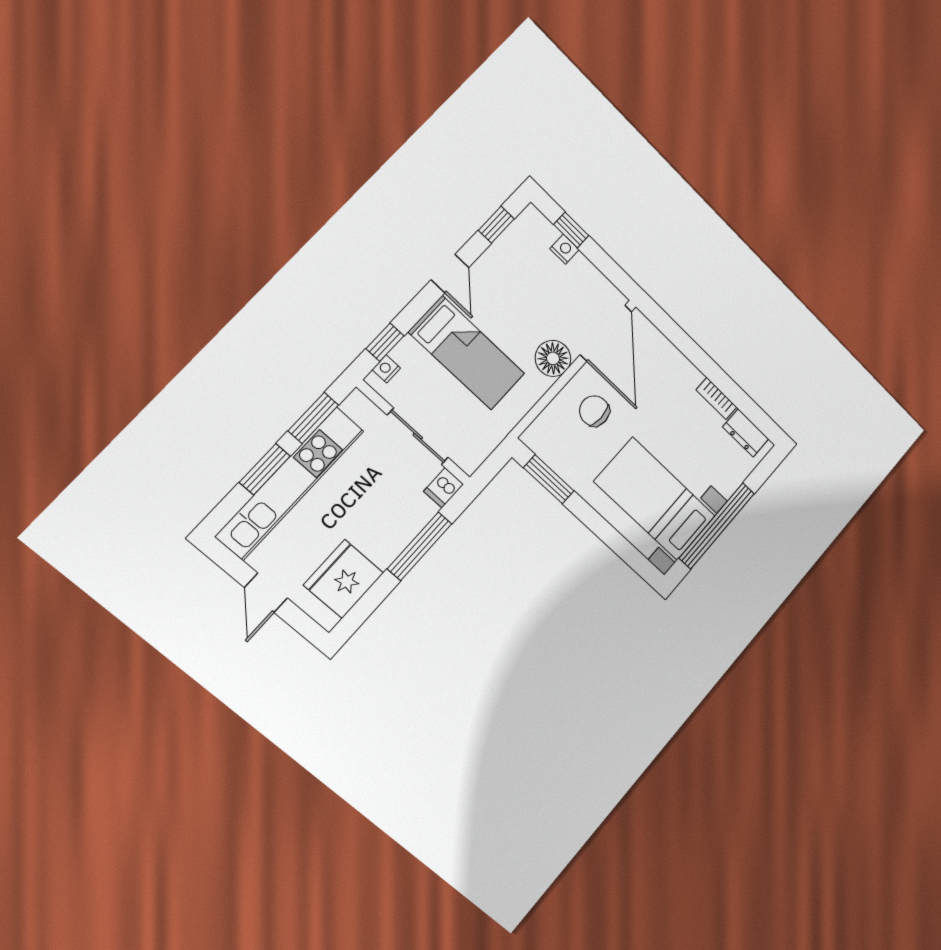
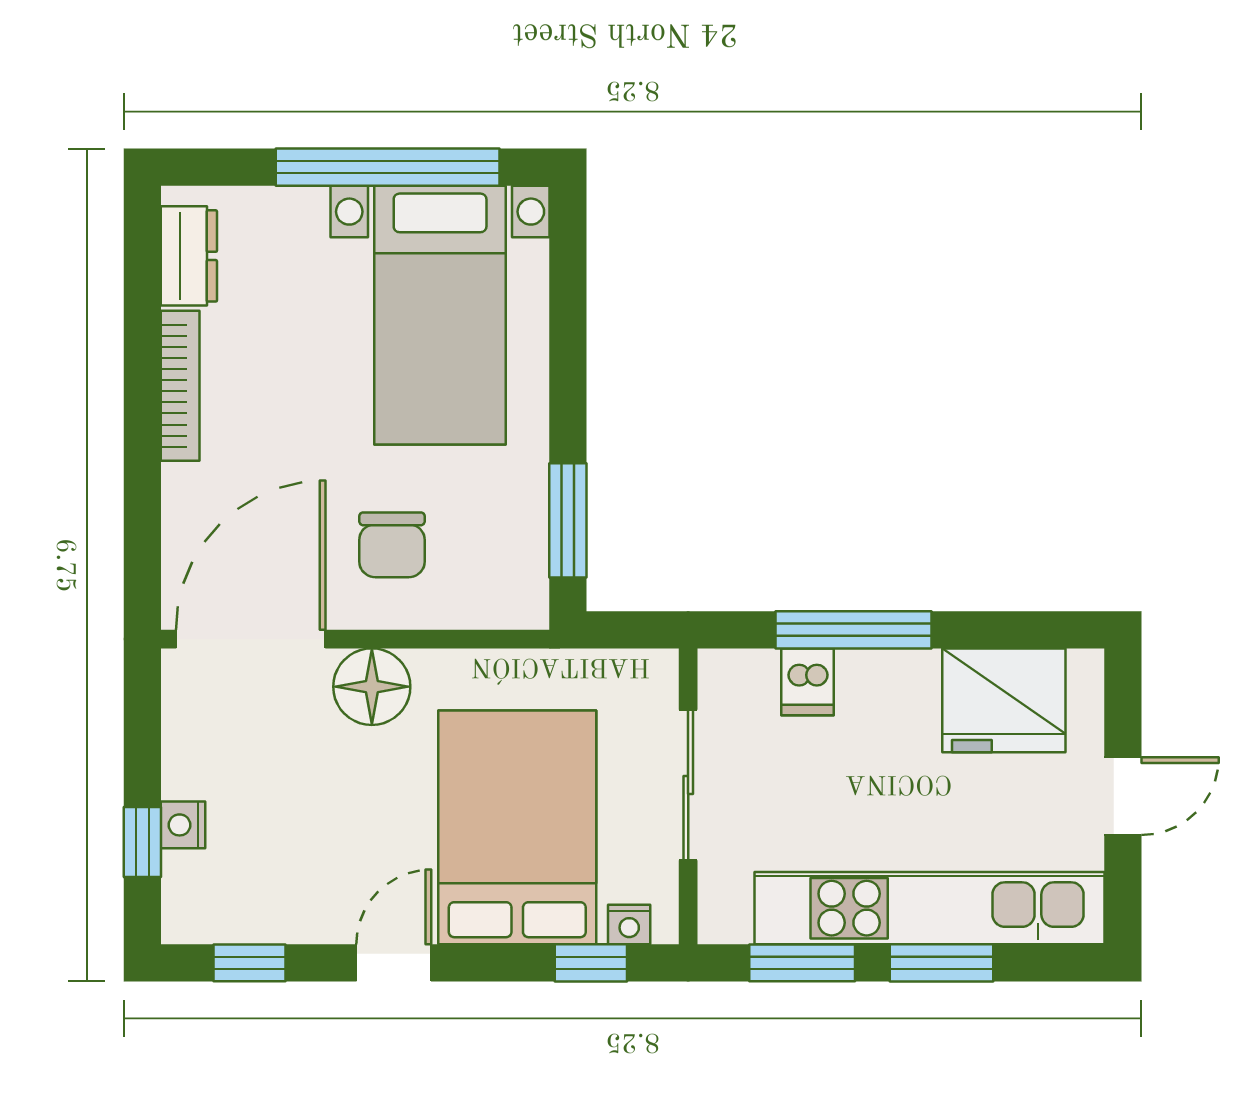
bed: (467, 353) -> (517, 827), width x1.50
bookcase: (716, 399) -> (180, 386), width x1.56
dishwasher: (444, 488) -> (807, 682), moved, turned 90

